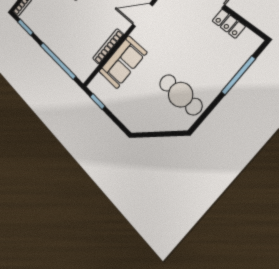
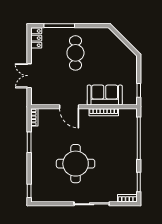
locker: (229, 24) -> (36, 38), moved
cafe table: (181, 95) -> (75, 53), moved

